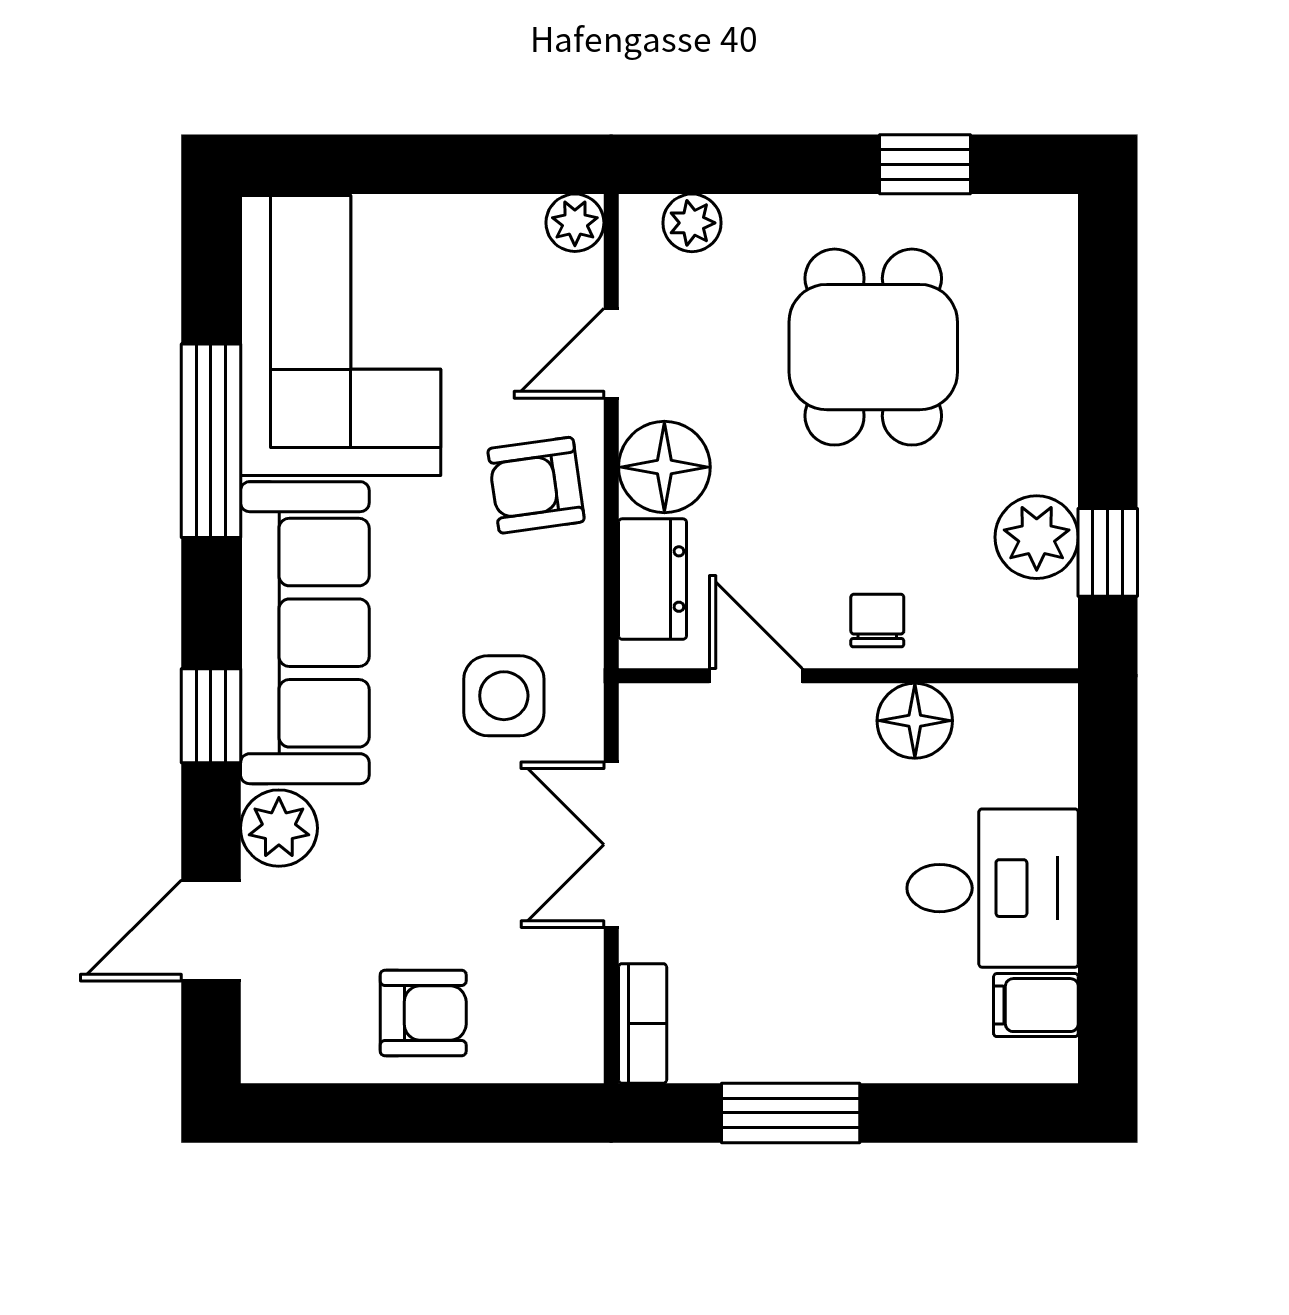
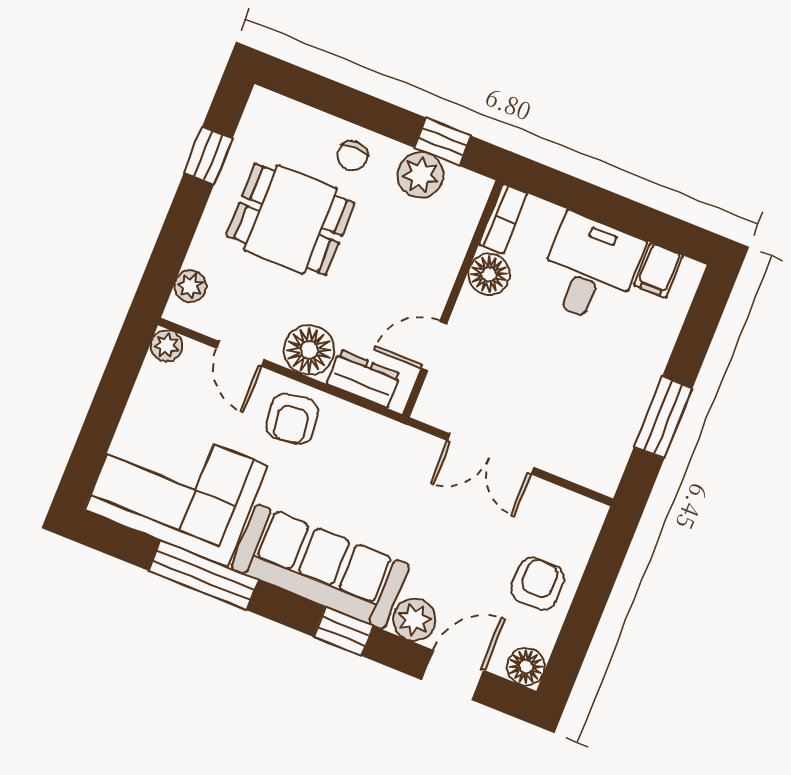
chair: (877, 620) -> (353, 156), moved, turned -90
side table: (504, 696) -> (393, 478), removed
door: (211, 931) -> (453, 675), swing flipped
bookcase: (643, 1023) -> (503, 219), moved, turned 90
floor lamp: (275, 1049) -> (526, 667), added

